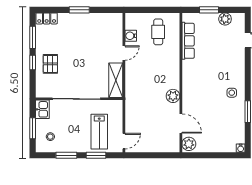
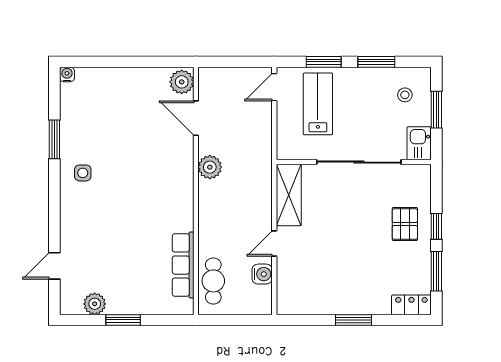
row of seats: (188, 41) -> (183, 265), moved
wall: (181, 83) -> (196, 191), moved
plant: (173, 96) -> (210, 167), moved
door: (181, 123) -> (196, 118), moved
plant: (189, 144) -> (182, 82), moved

